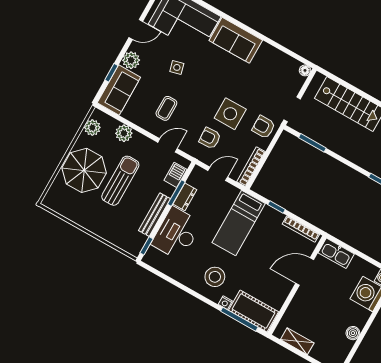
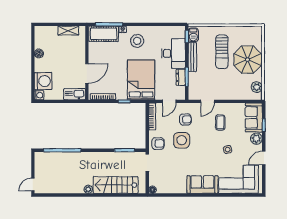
plant: (124, 133) -> (237, 94), removed
barbecue: (175, 175) -> (193, 35), moved
sun lounger: (120, 181) -> (222, 52), moved
bed: (239, 223) -> (141, 80), width x1.50

